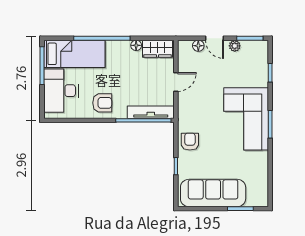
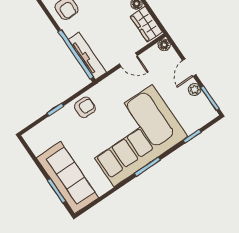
floor lamp: (198, 46) -> (164, 45), moved
corner sofa: (246, 119) -> (133, 136), width x1.36, depth x1.36
sofa: (213, 193) -> (67, 178), moved

